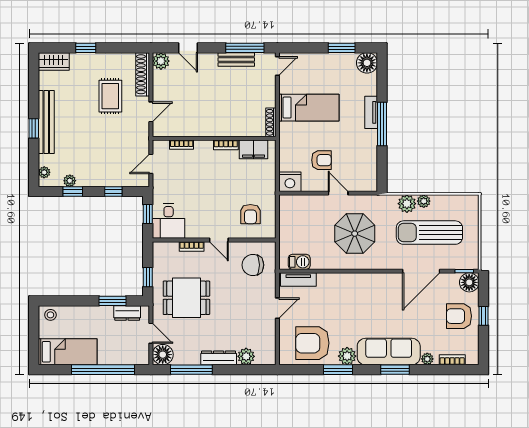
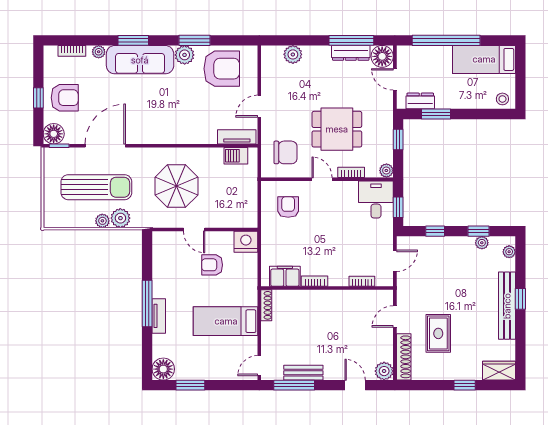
plant: (159, 248) -> (386, 170), added
dining table: (186, 298) -> (337, 129), moved
dresser: (219, 358) -> (351, 53), moved

